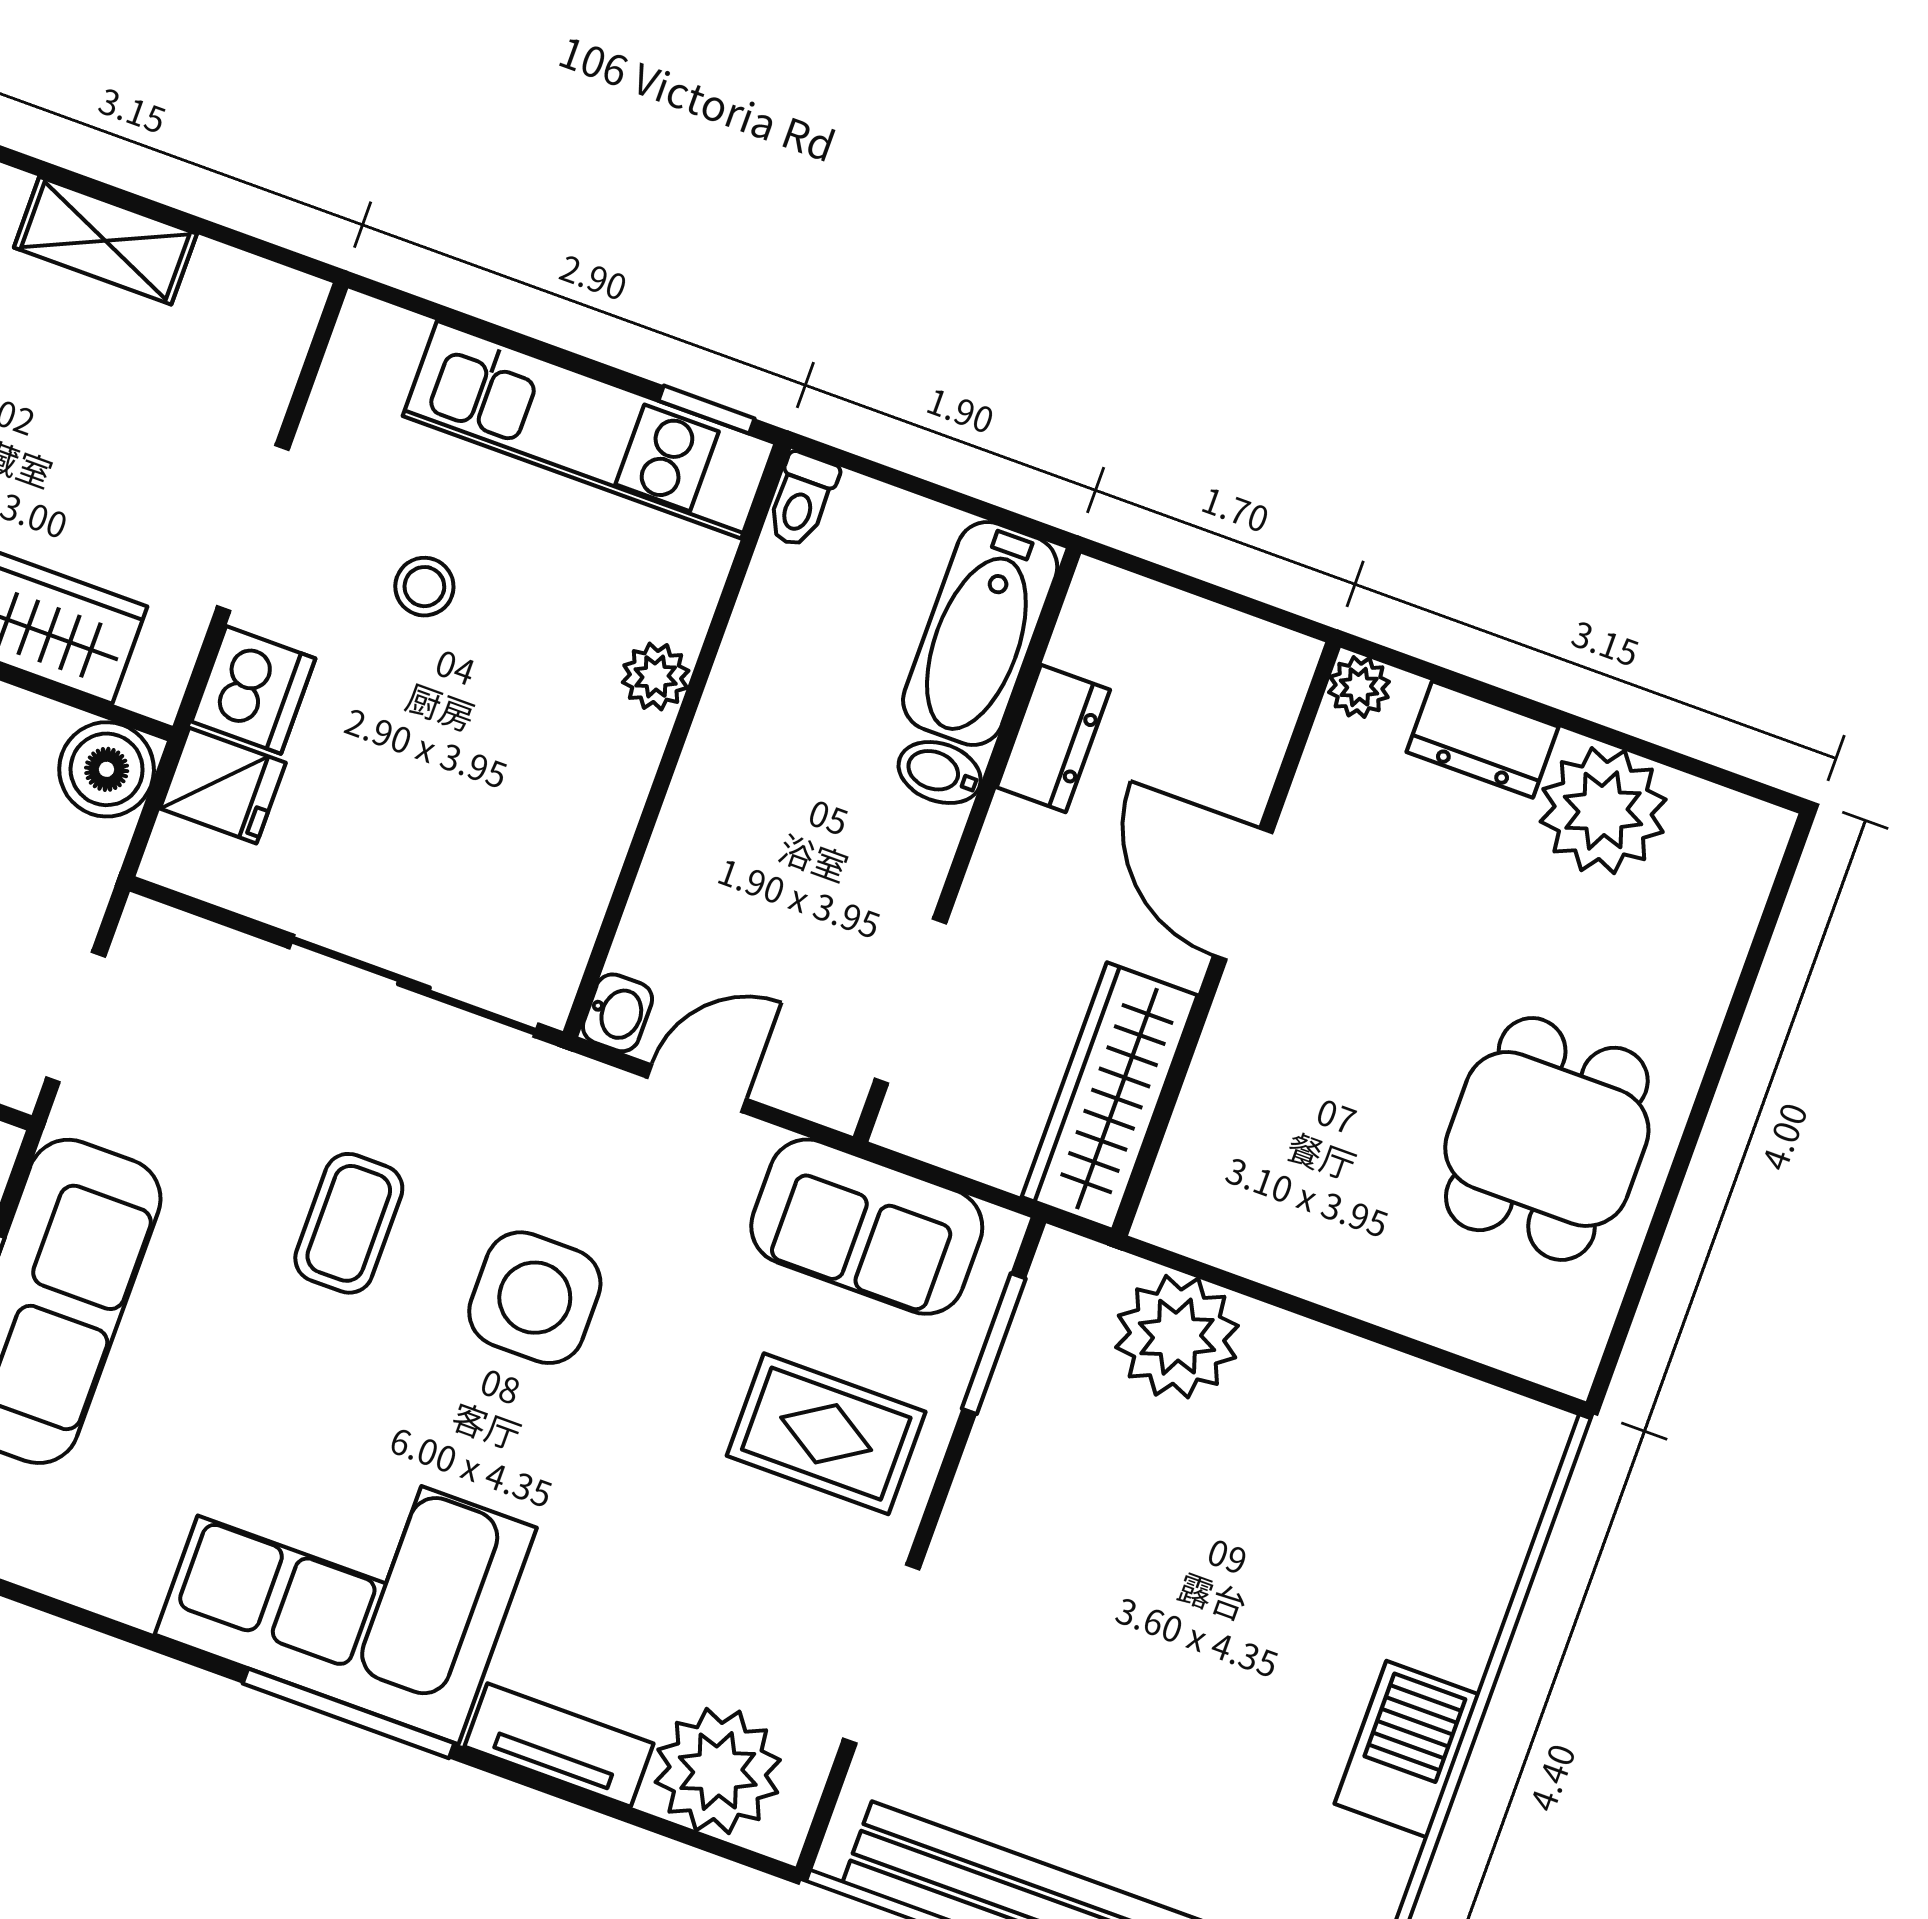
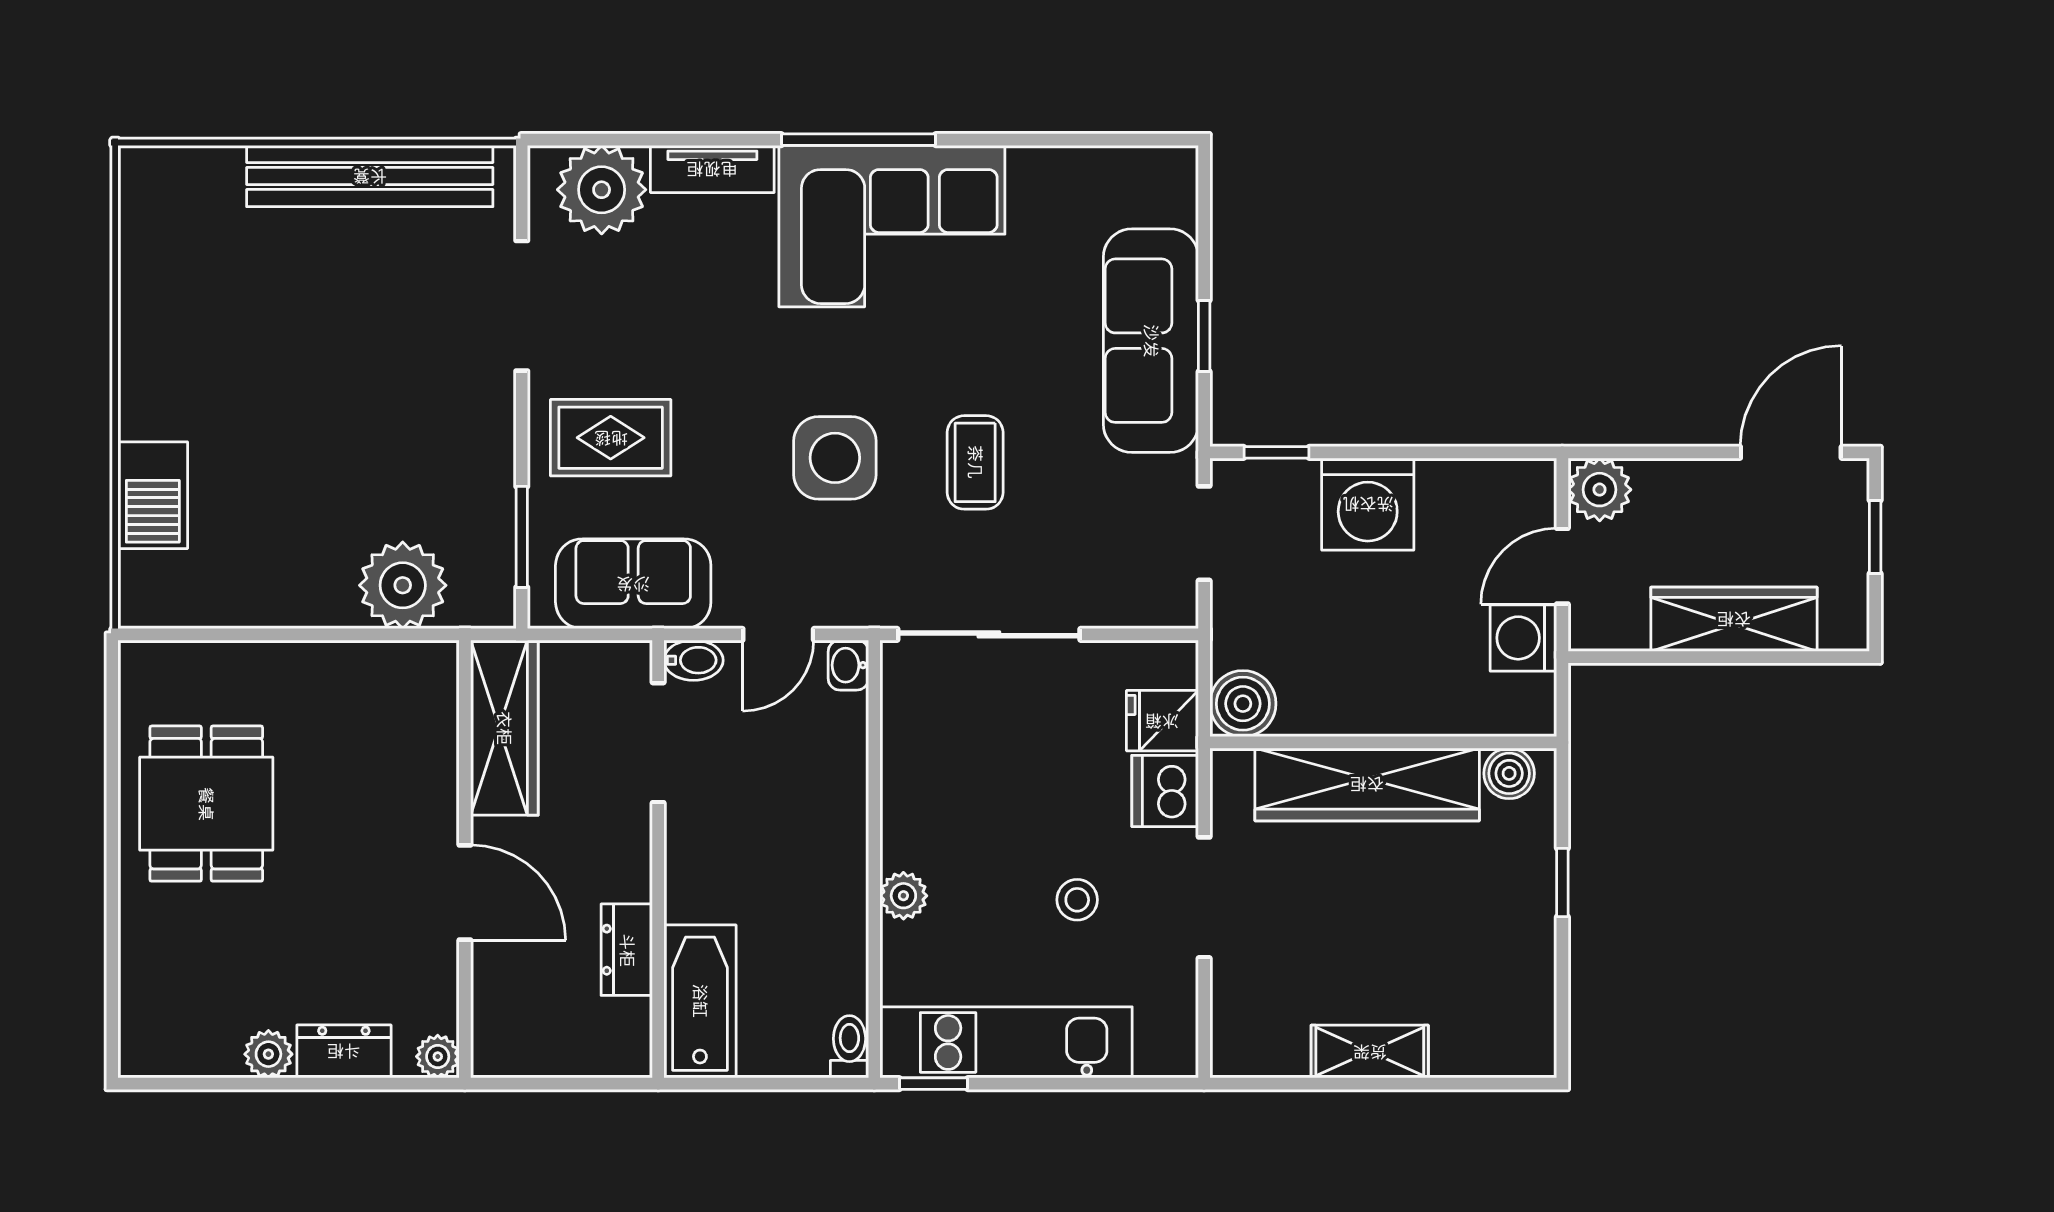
bidet: (940, 773) -> (694, 660), moved
plant: (1603, 811) -> (268, 1054), width x0.53, depth x0.53
barbecue: (1407, 1749) -> (153, 495), moved

